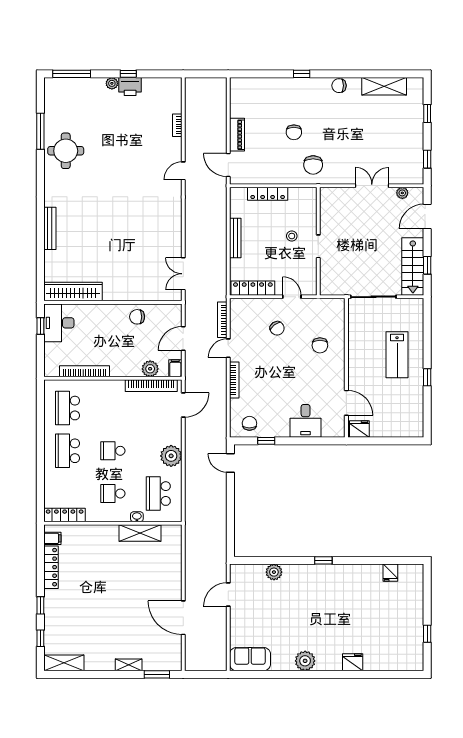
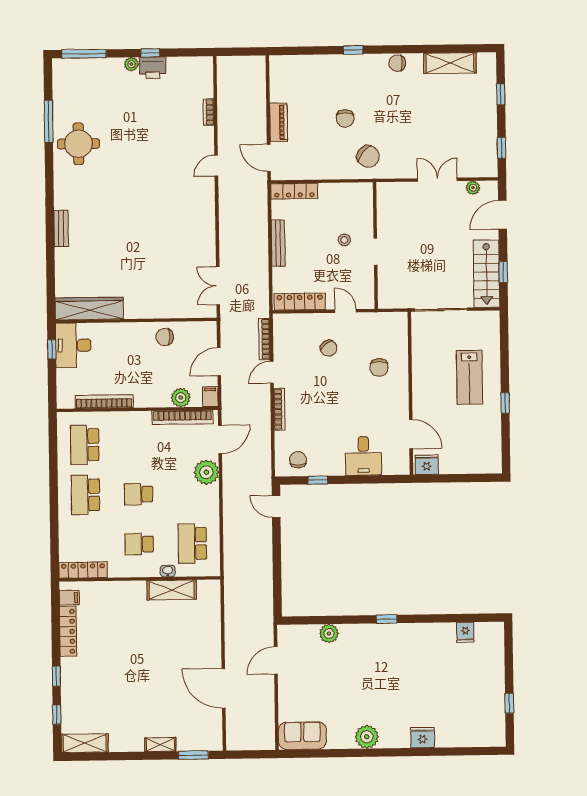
chair: (313, 165) -> (368, 156), turned -51
locker: (268, 194) -> (294, 191), moved
bench: (50, 228) -> (61, 228), width x0.73
plant: (171, 456) -> (206, 472), moved

